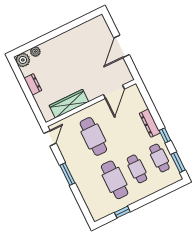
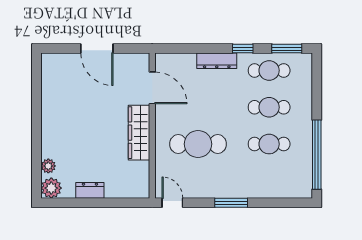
wardrobe: (69, 104) -> (139, 133), moved
cafe table: (115, 180) -> (269, 144), width x0.73, depth x0.74
window: (122, 212) -> (317, 155), width x3.17

